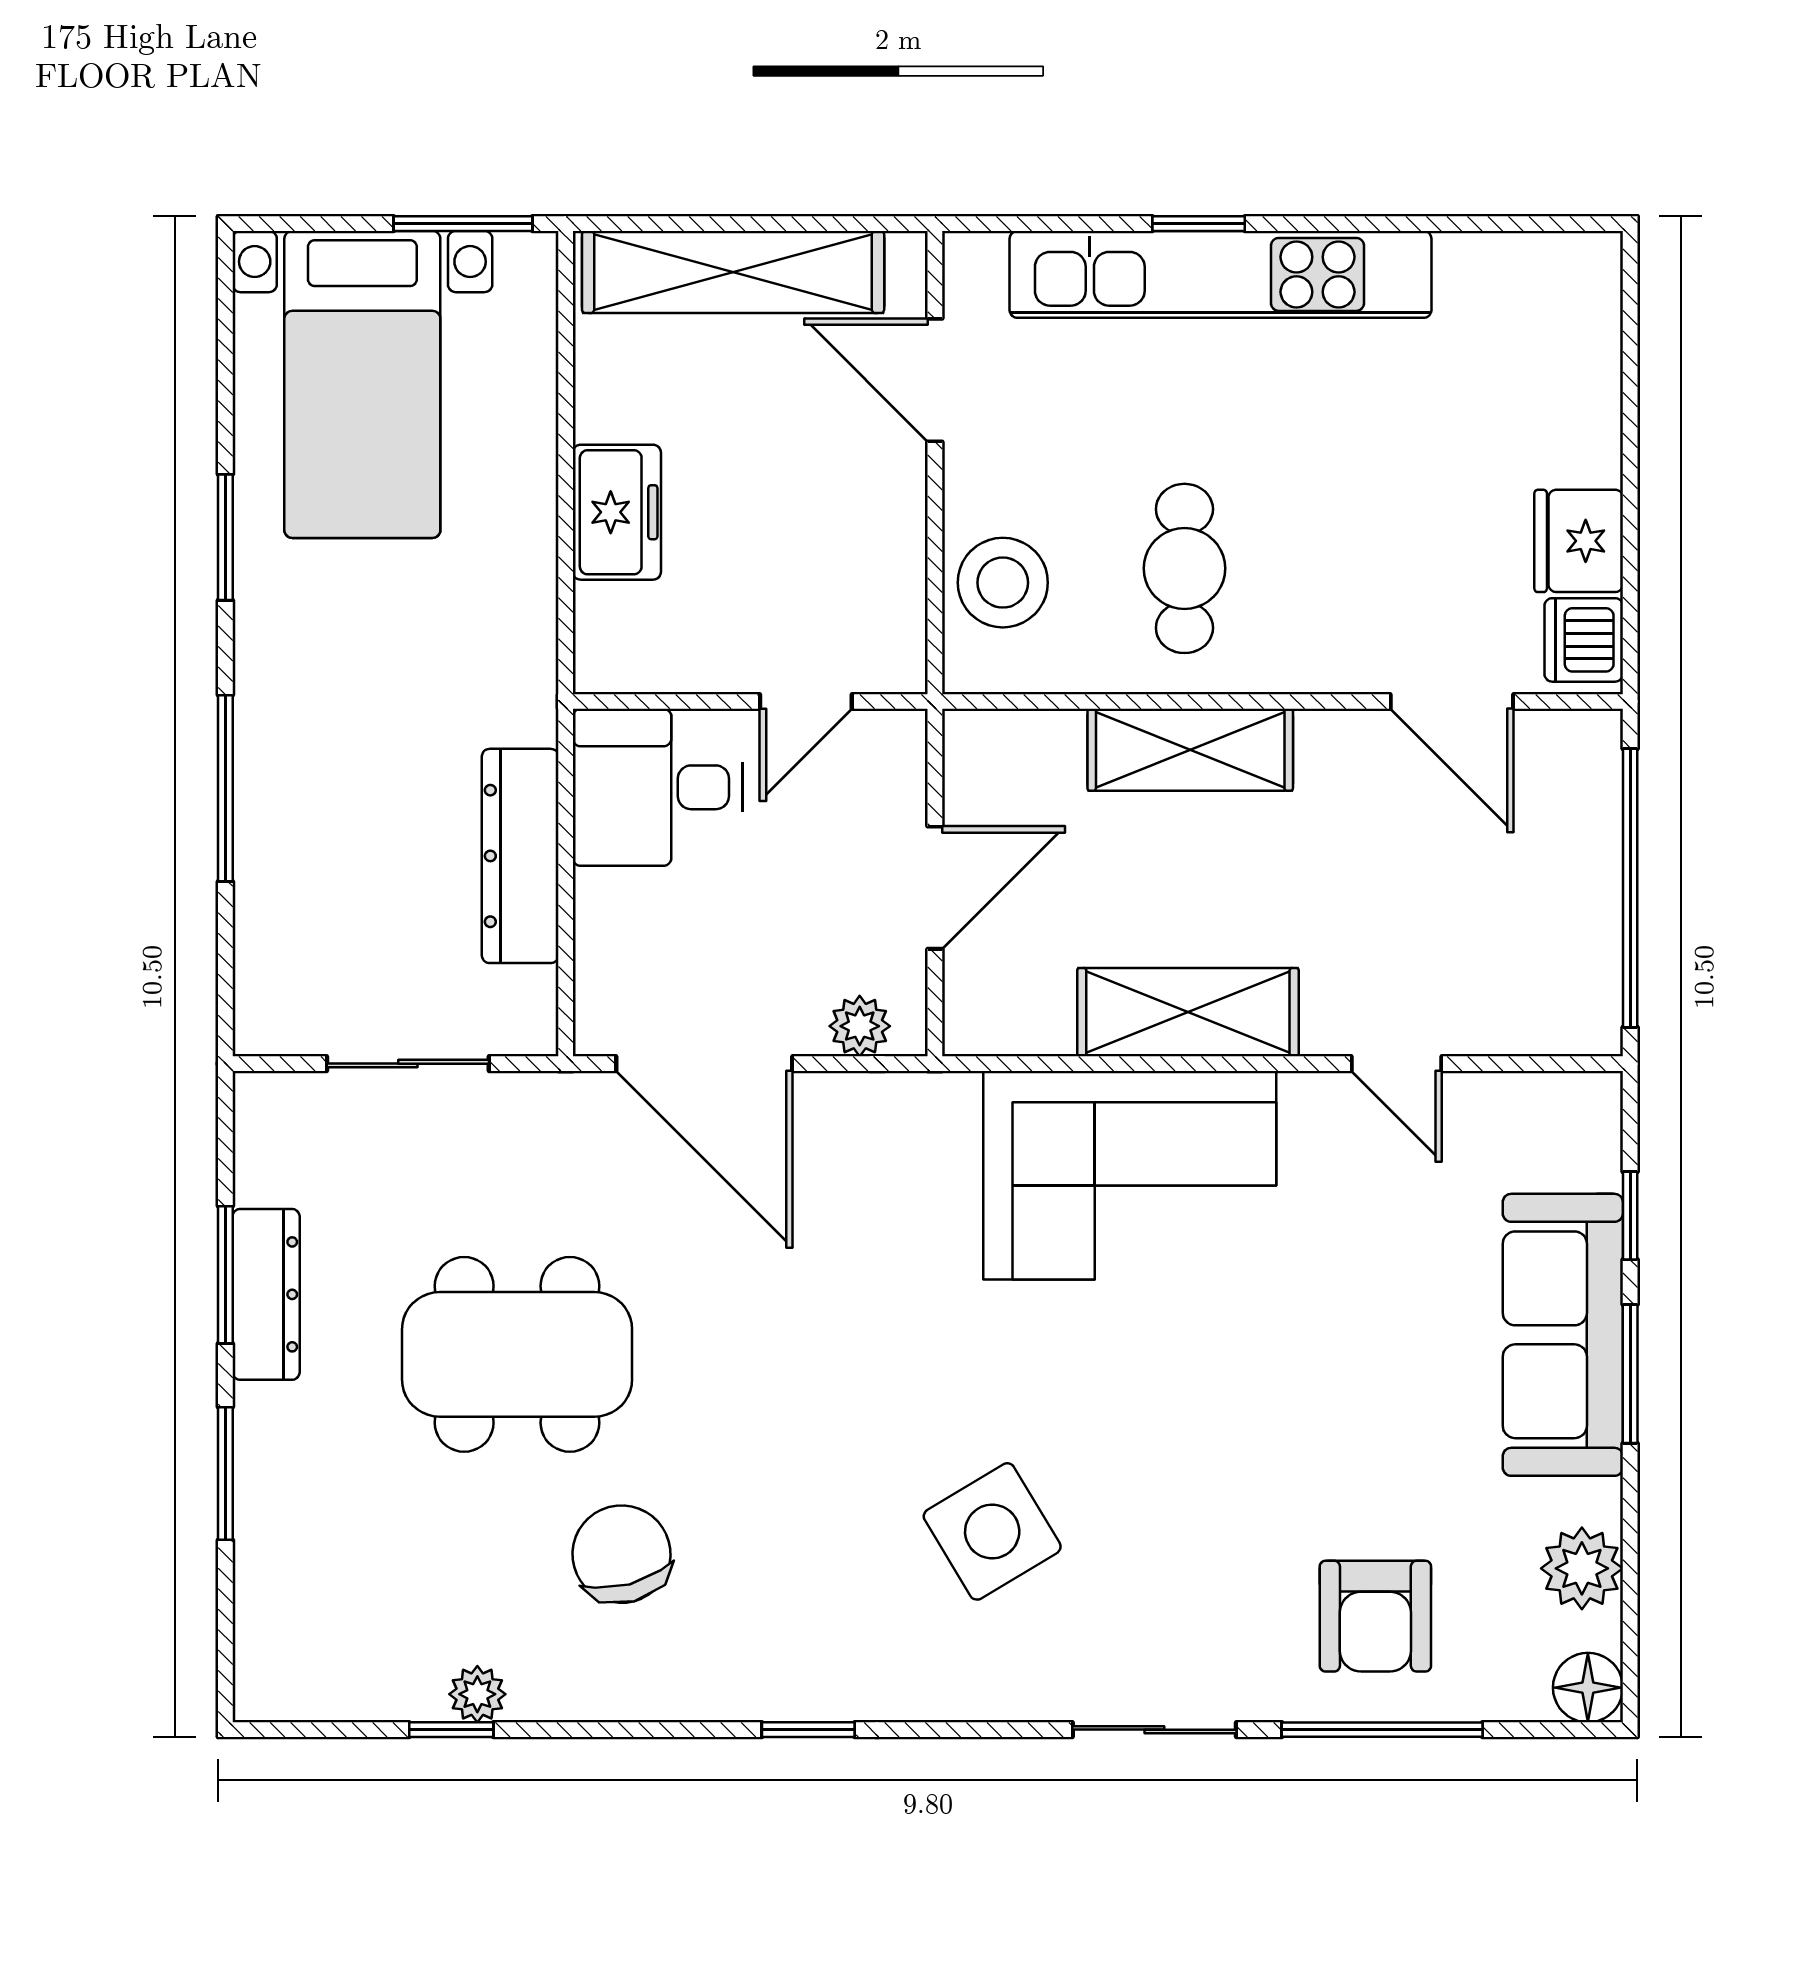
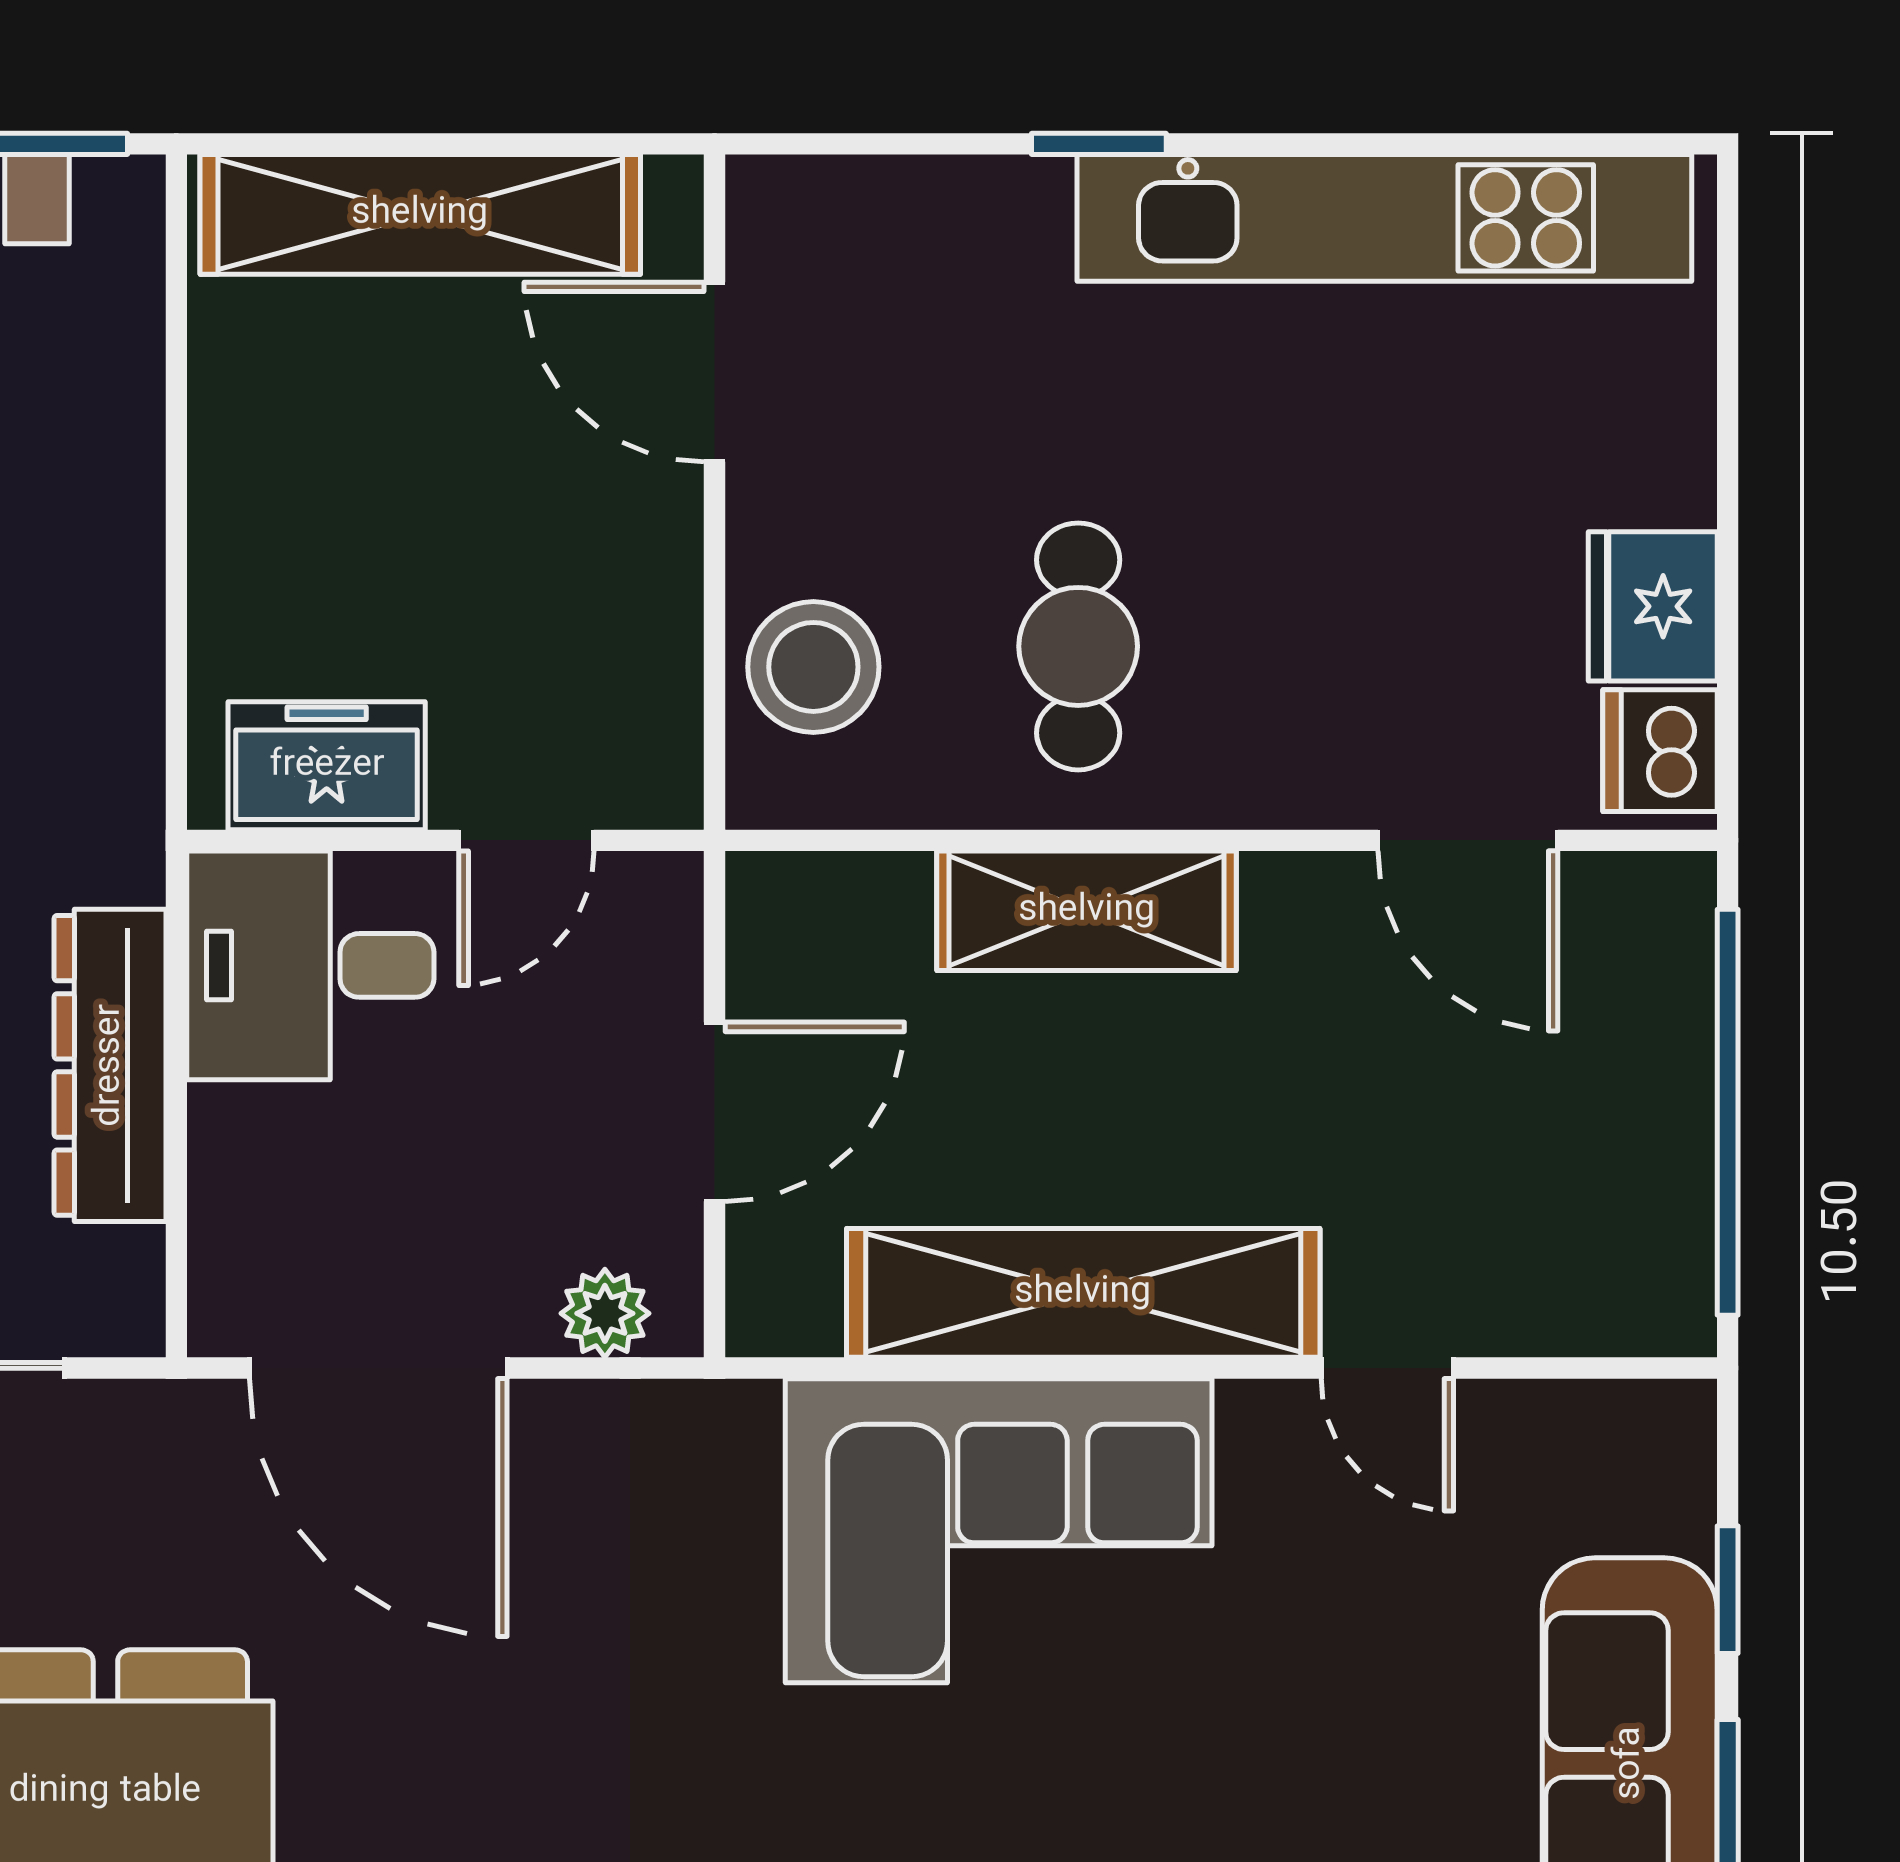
kitchen unit: (1221, 274) -> (1384, 218), moved
freezer: (617, 512) -> (327, 766), moved, turned -90
shelving: (1188, 1012) -> (1083, 1293), width x1.47

